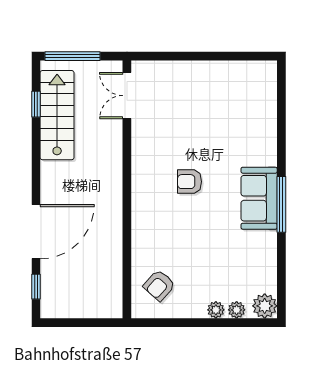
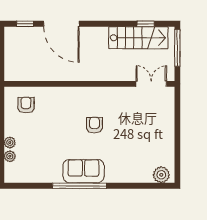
window: (281, 204) -> (79, 186), width x1.46
armchair: (159, 285) -> (26, 105), turned 48
plant: (265, 306) -> (161, 175), moved

